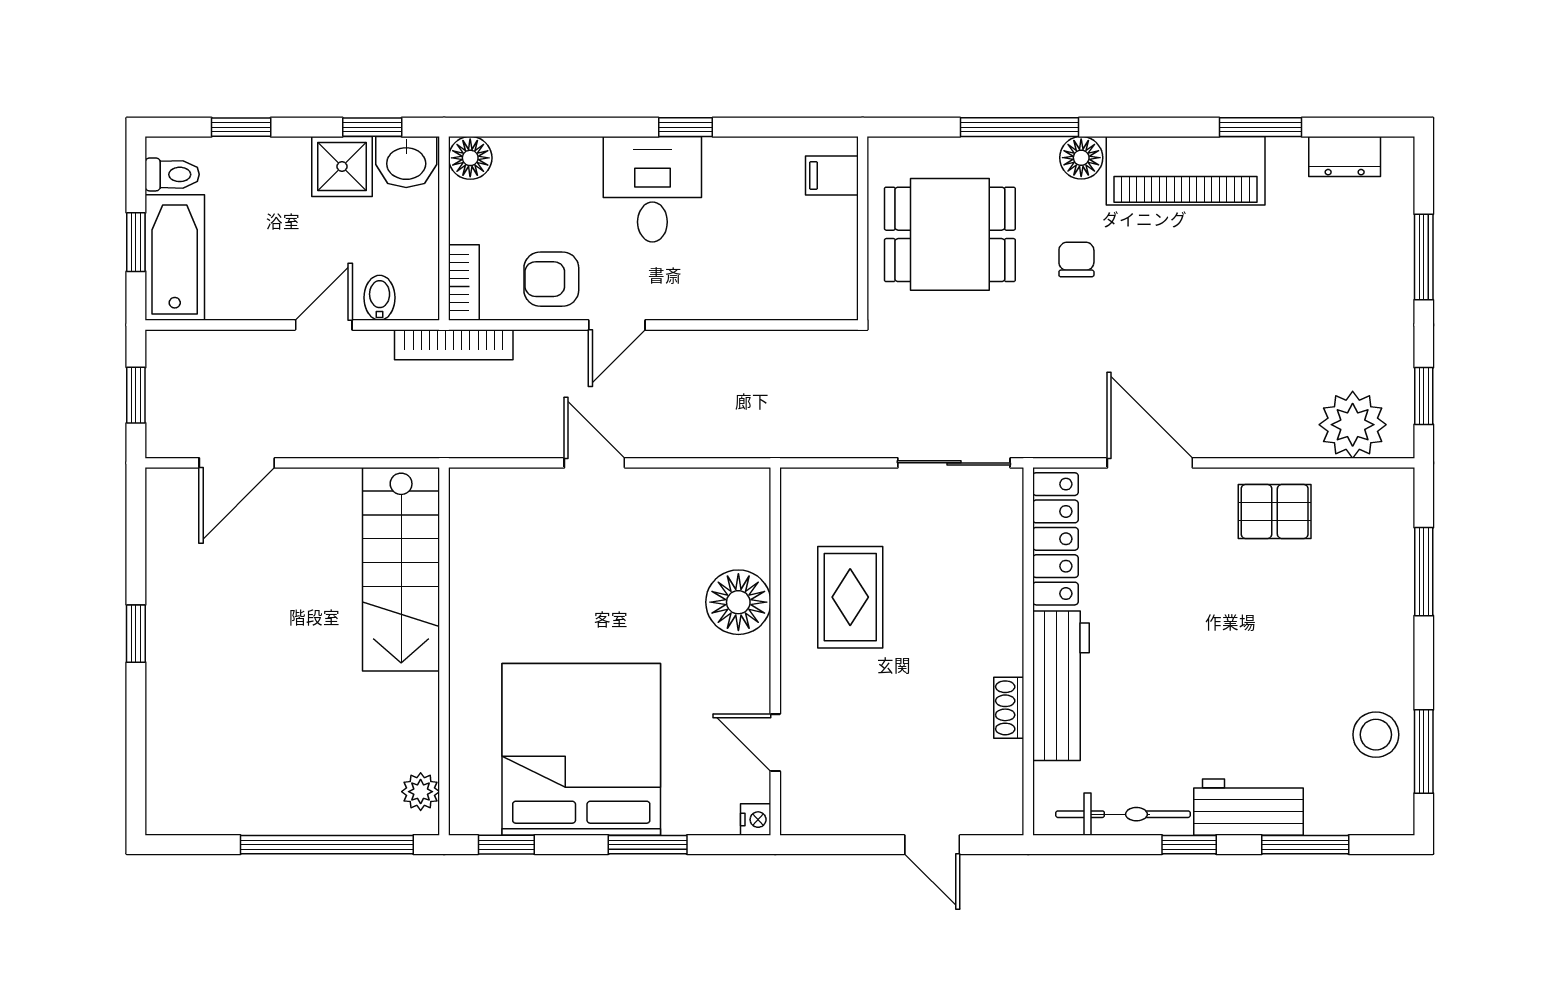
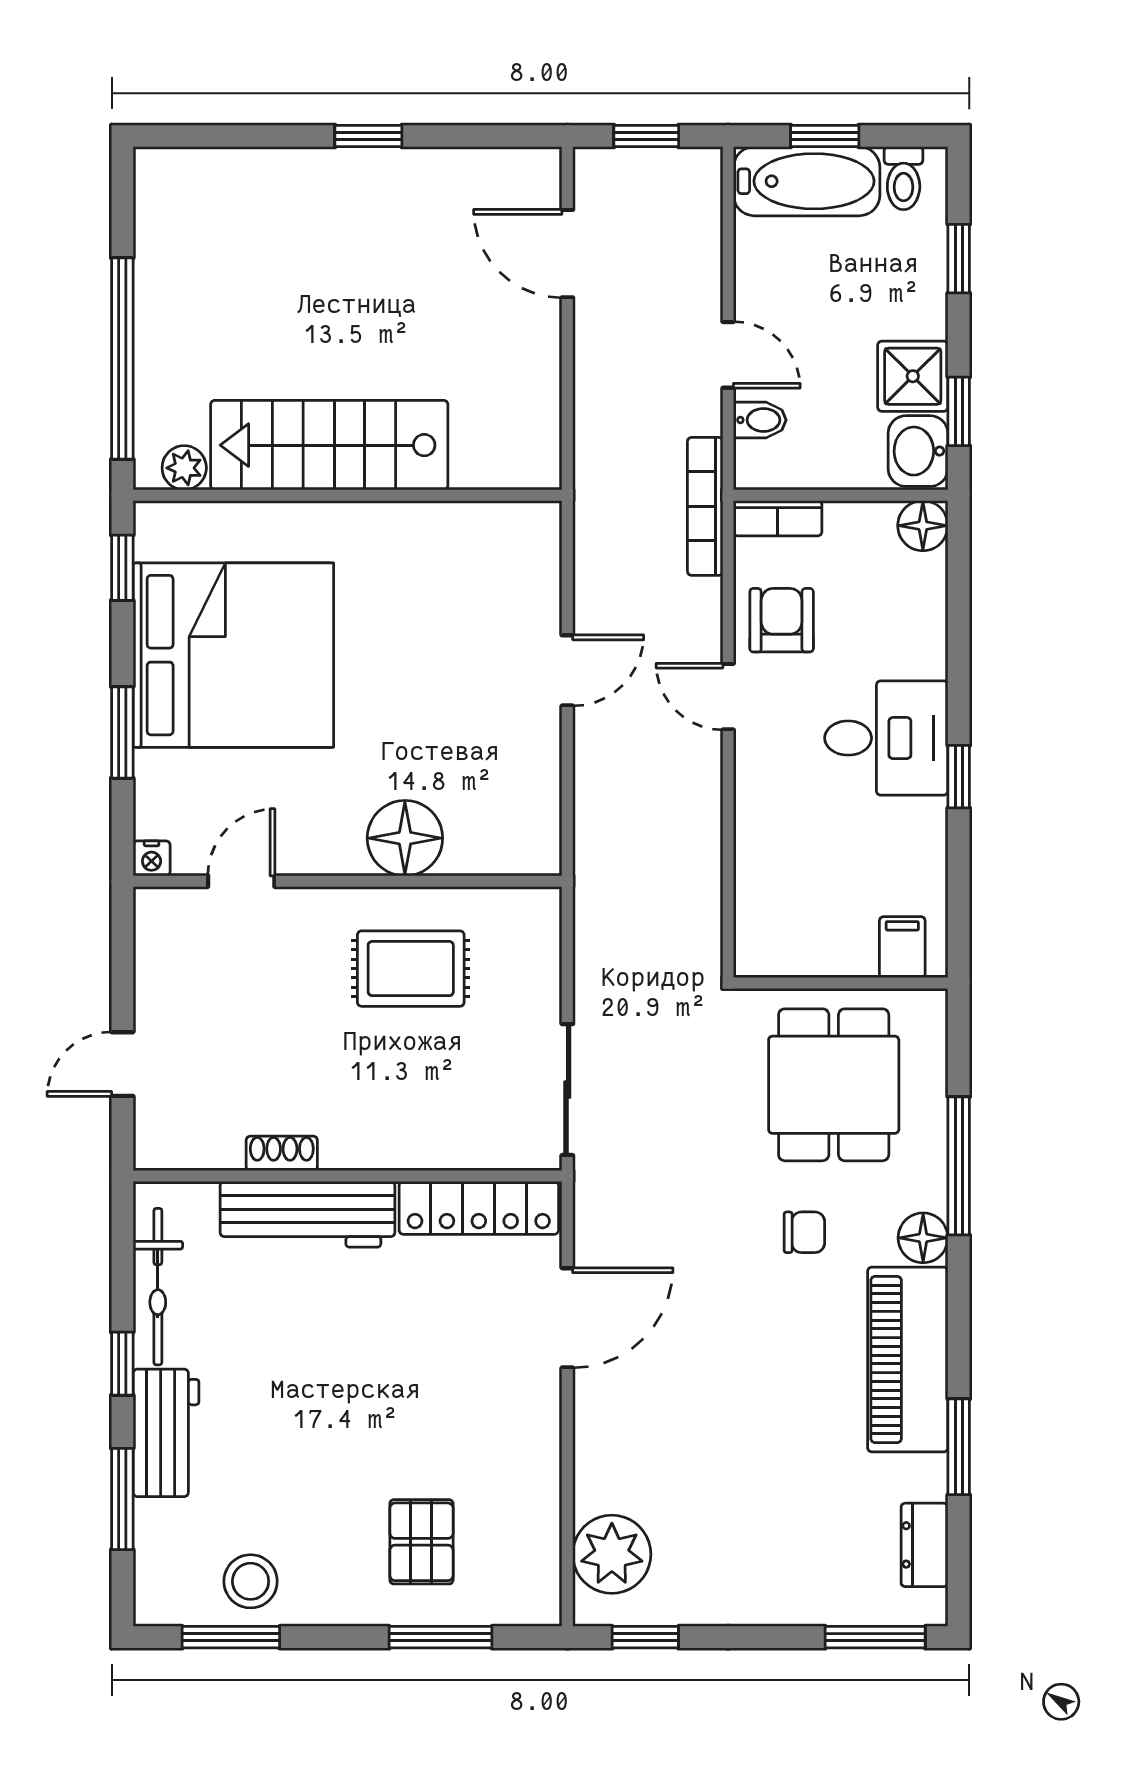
window: (1424, 257) -> (875, 1637), moved
pallet: (1275, 511) -> (421, 1542), moved
stairs: (401, 569) -> (329, 445), moved

